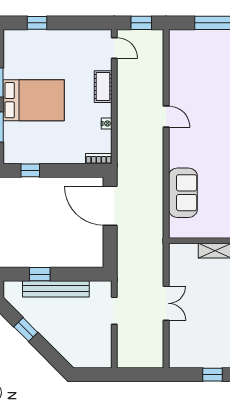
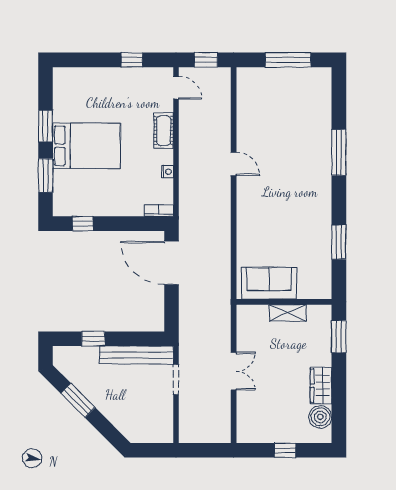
window: (37, 23) -> (132, 60), moved
sofa: (183, 193) -> (269, 283), moved, turned -90
bench: (56, 289) -> (136, 355), moved
window: (26, 330) -> (78, 400), width x1.50

